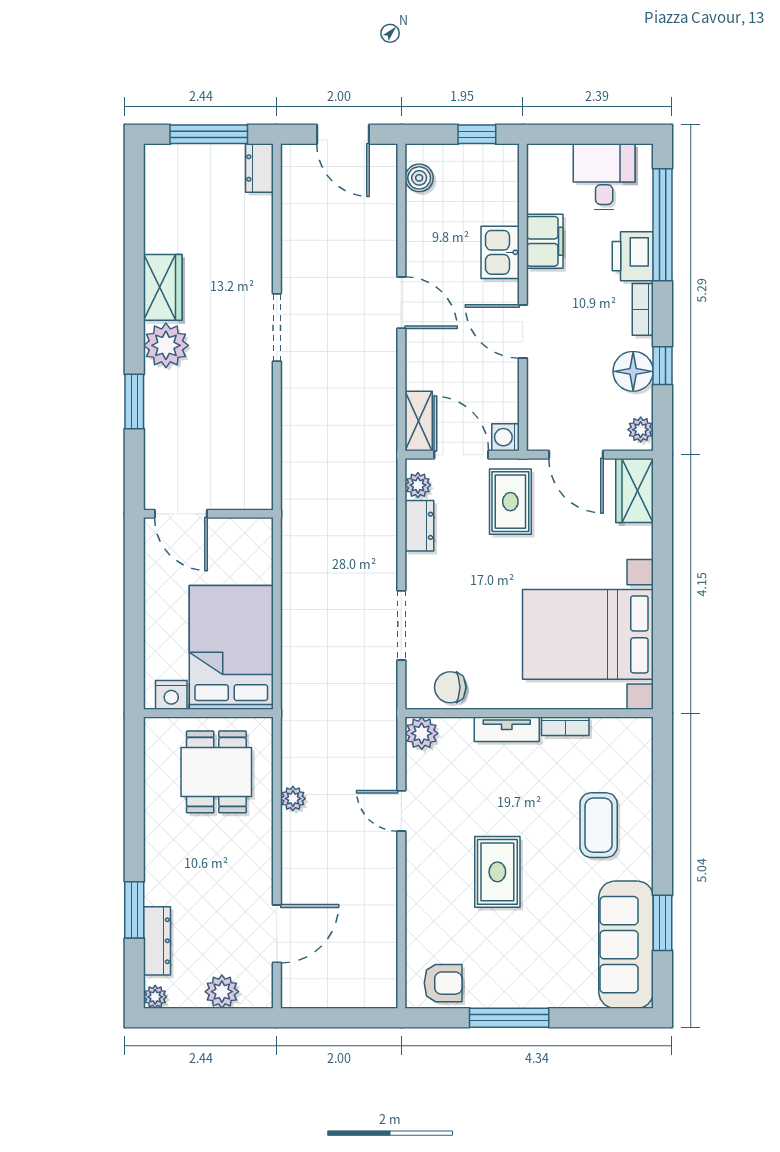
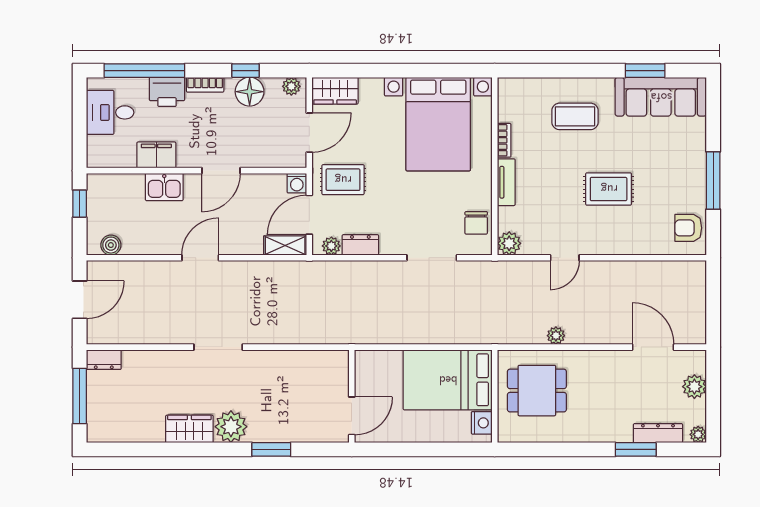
armchair: (443, 983) -> (688, 228), turned -90

